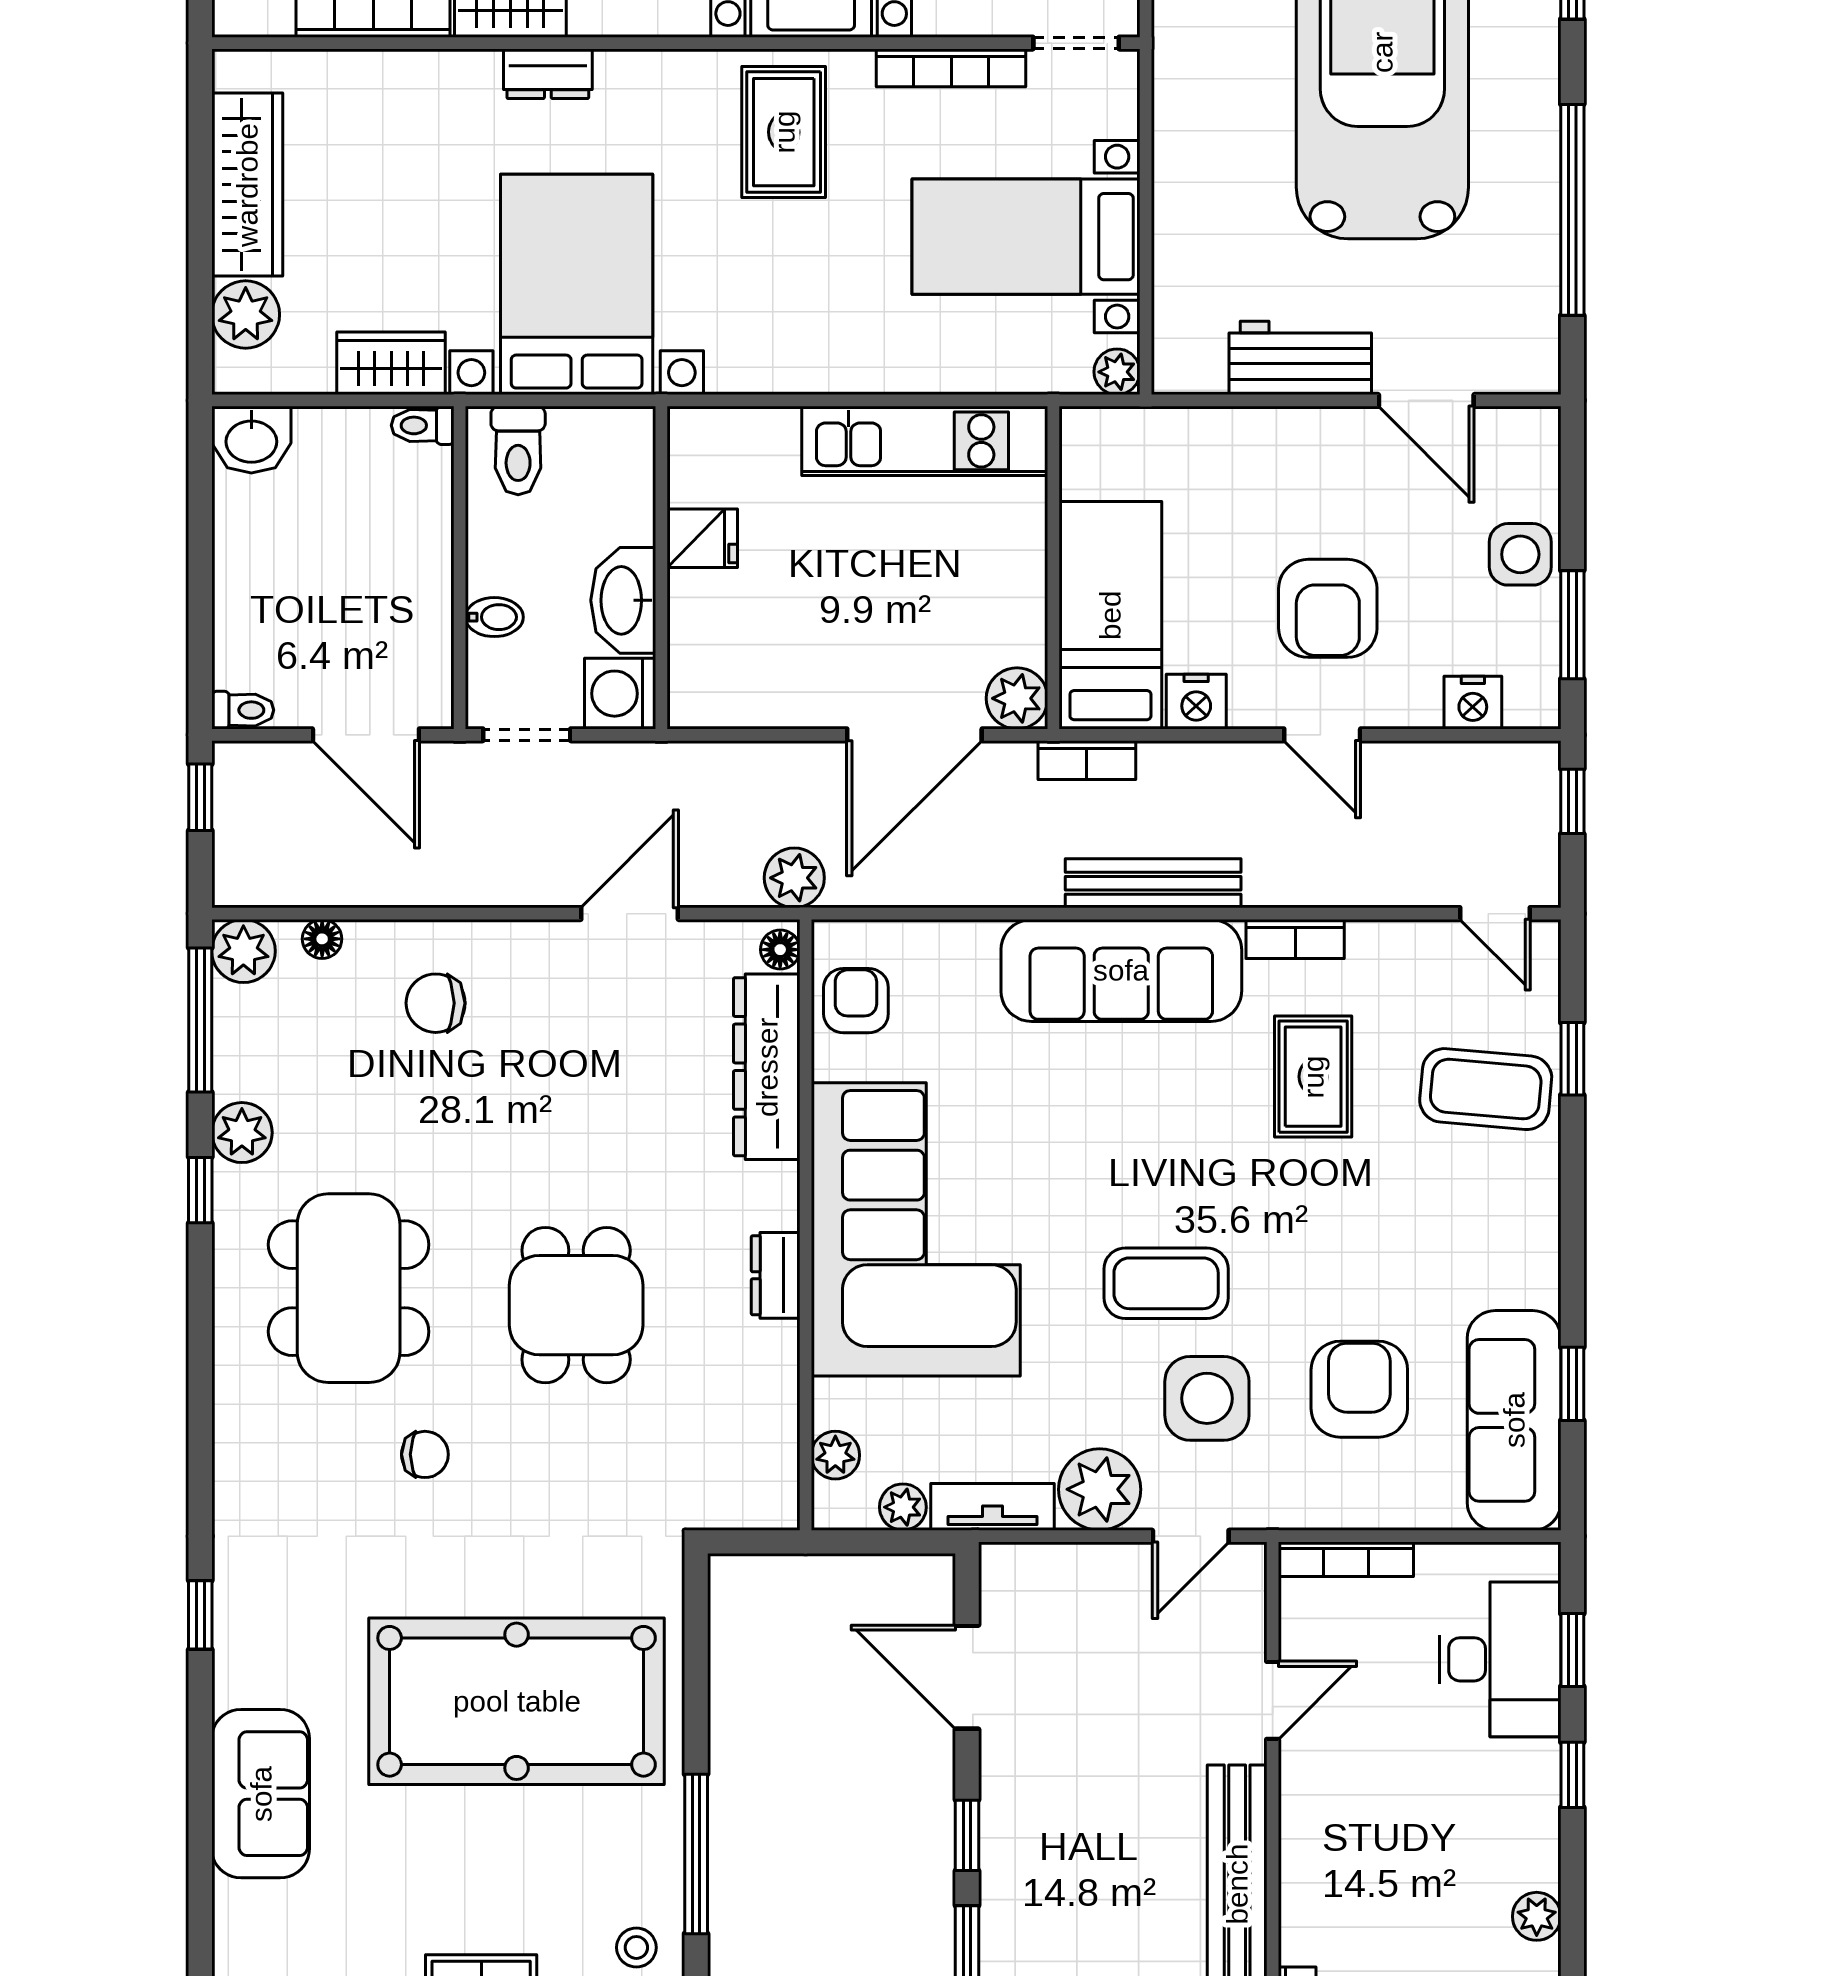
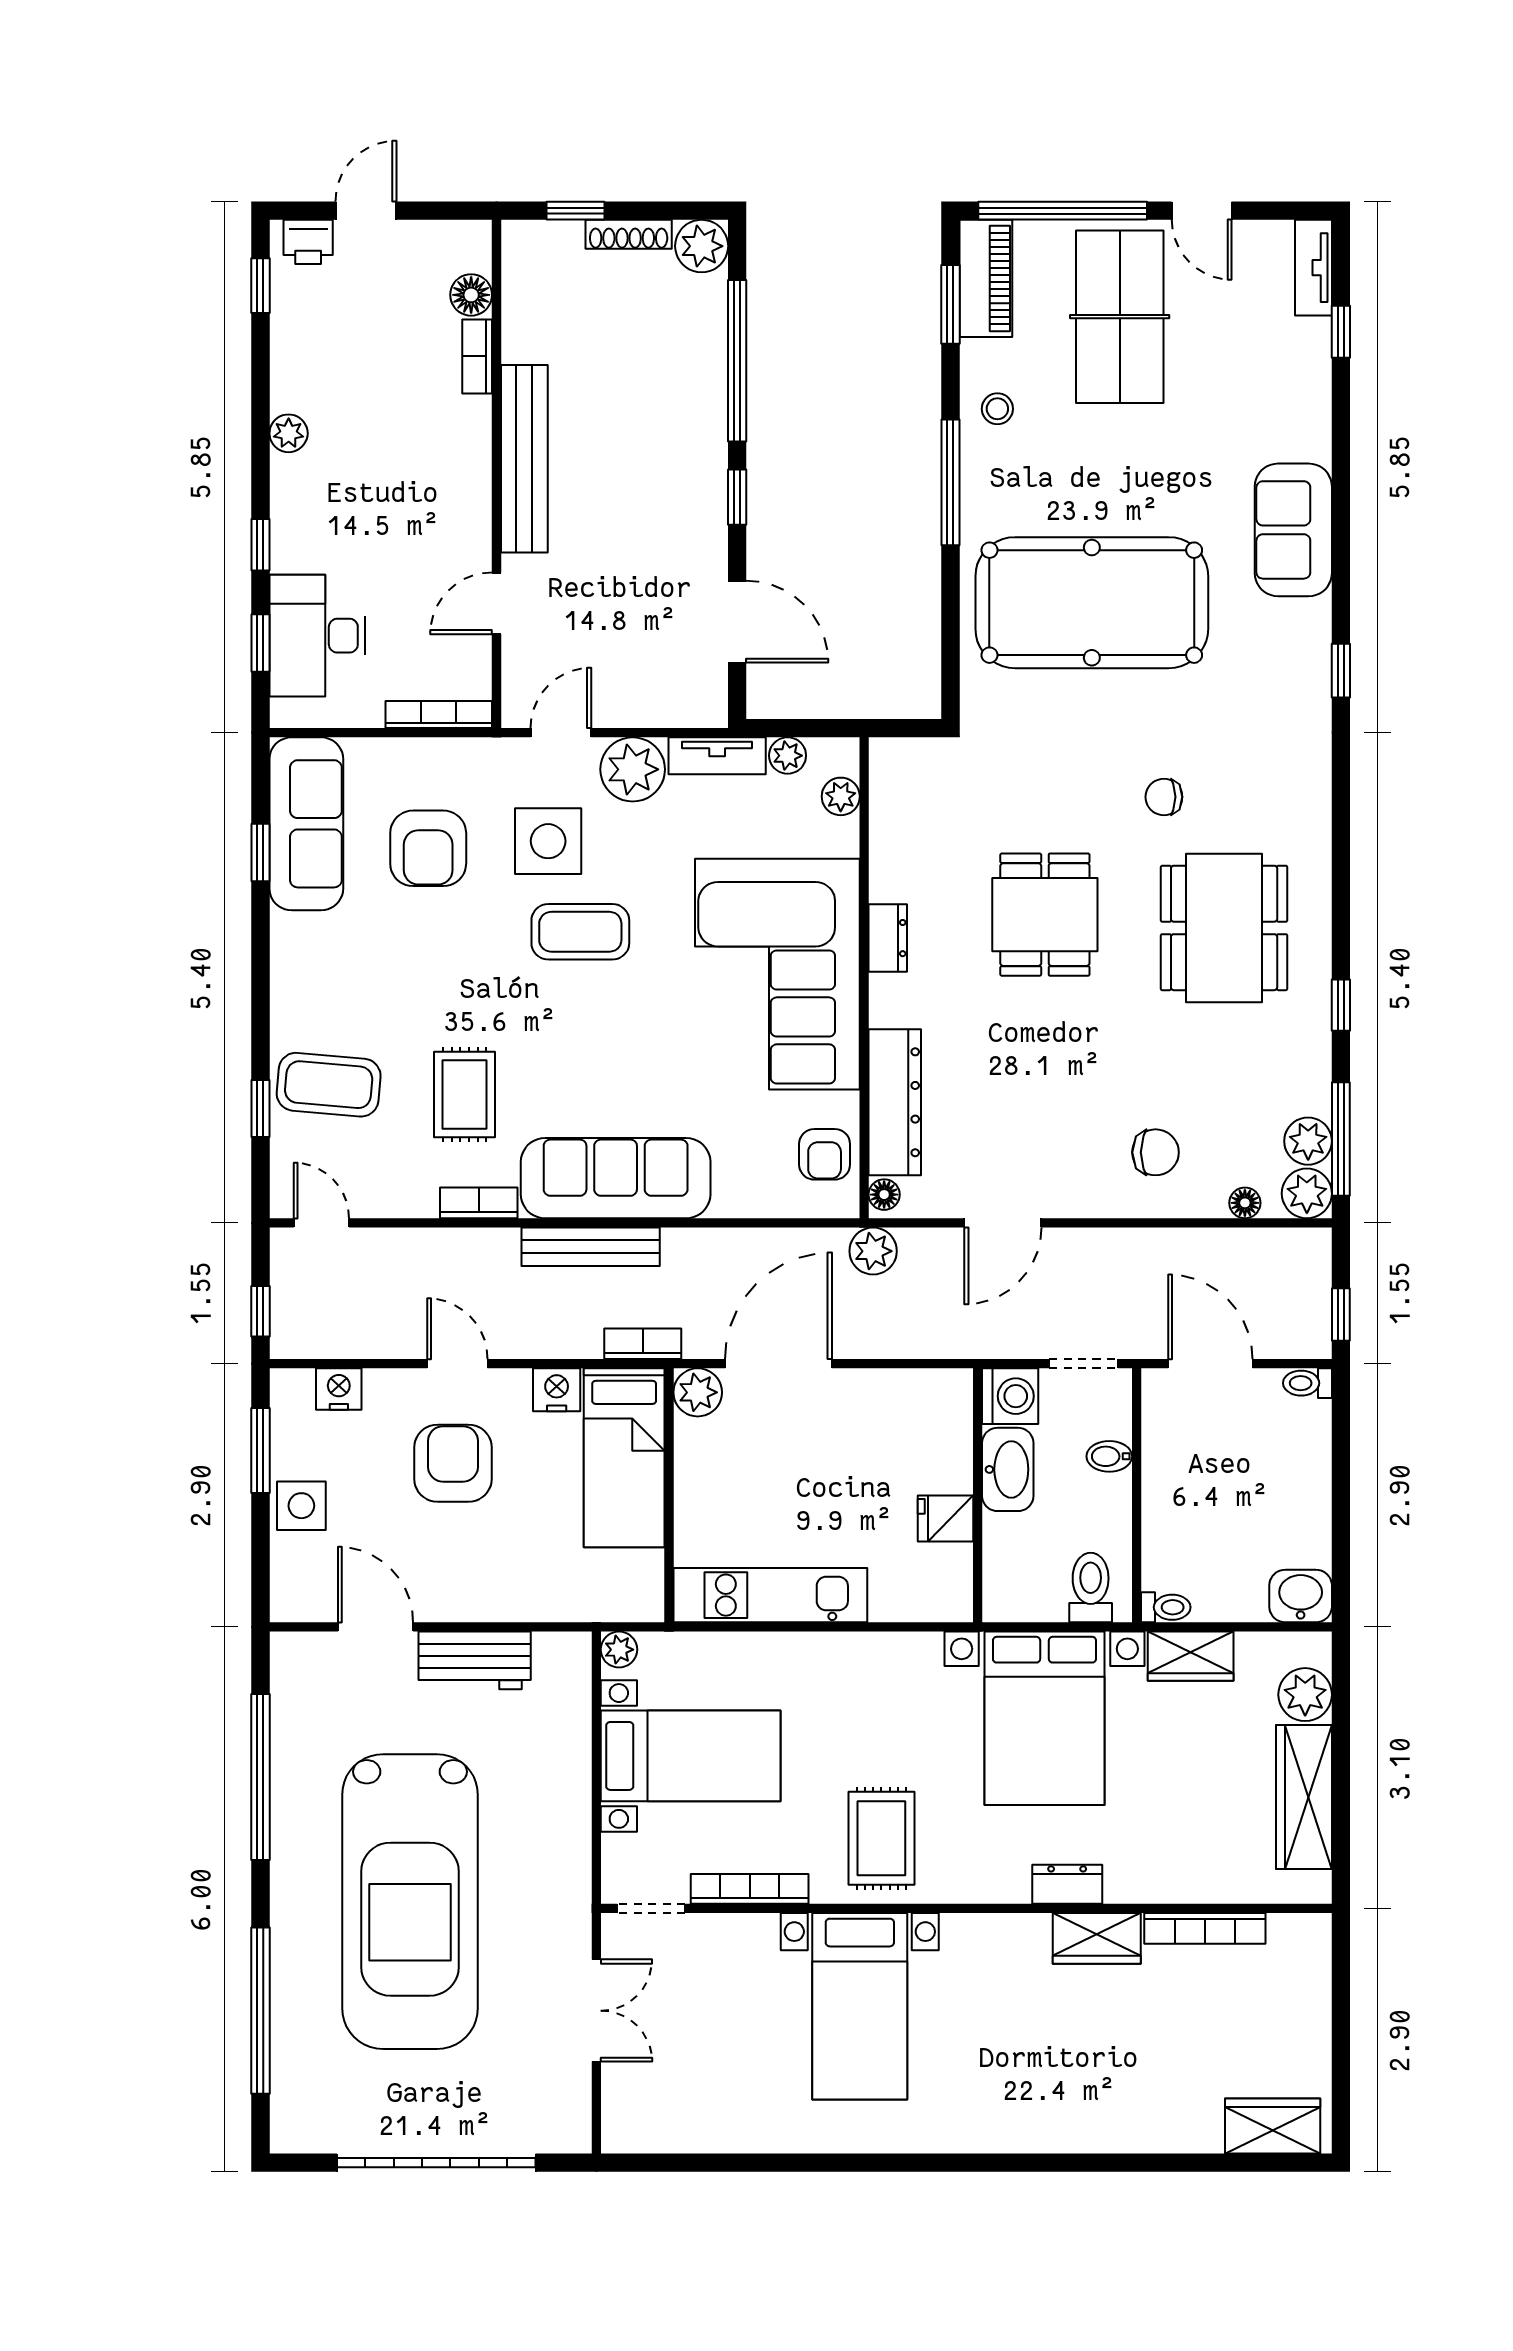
plant: (242, 1133) -> (1308, 1141), moved

